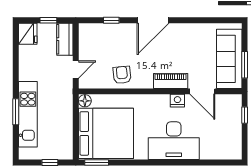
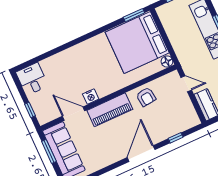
door: (76, 70) -> (186, 84), swing flipped
piano: (171, 81) -> (110, 110), width x1.37, depth x1.33
desk: (174, 141) -> (32, 79), moved, width x0.53, depth x0.77

